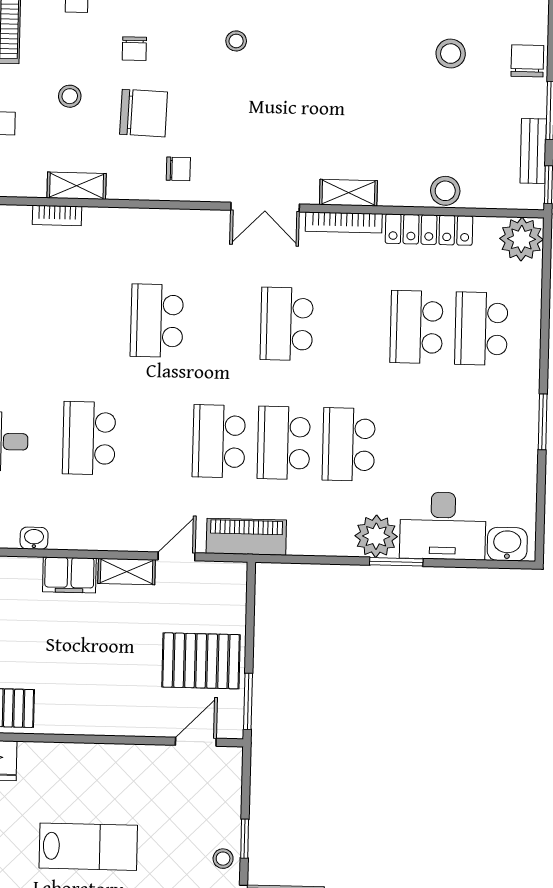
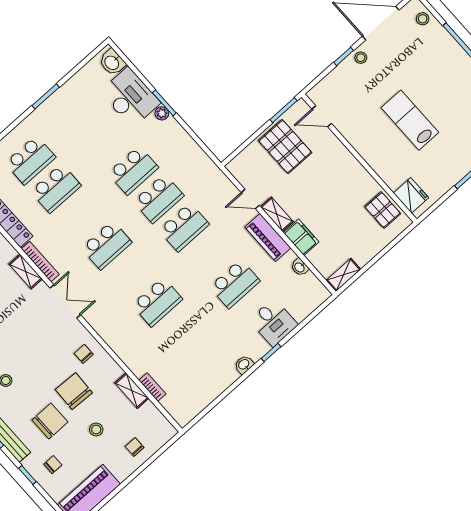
chair: (134, 49) -> (50, 421), width x1.87, depth x1.87
plant: (376, 536) -> (162, 113), width x0.53, depth x0.53
piano: (246, 537) -> (268, 237), moved

